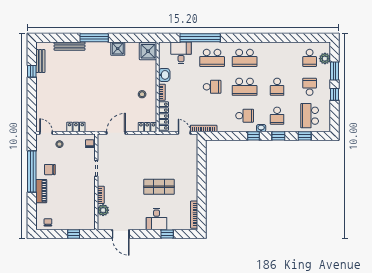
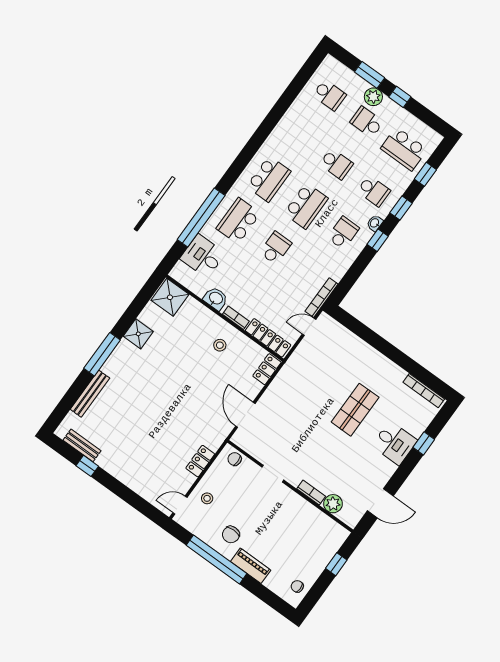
school desk: (212, 58) -> (238, 221), turned 180
plant: (325, 59) -> (373, 97), moved

